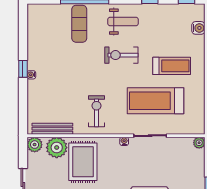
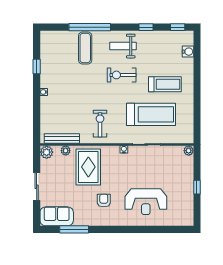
weight bench: (123, 22) -> (123, 46), turned 180
window: (23, 69) -> (37, 66), moved
treadmill: (156, 101) -> (151, 114), turned 180
plant: (57, 148) -> (66, 151), width x0.53, depth x0.53

